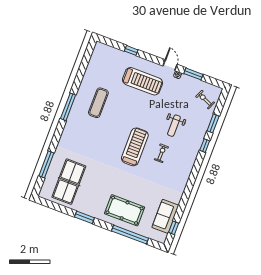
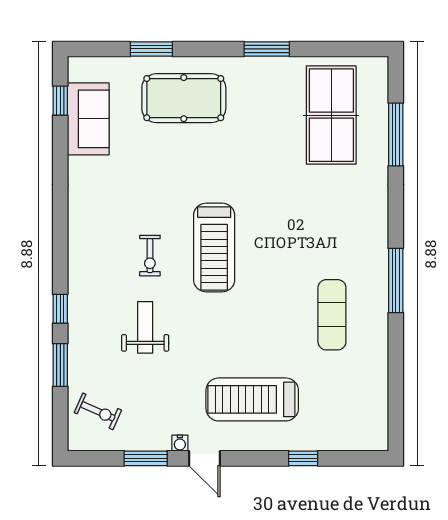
window: (130, 235) -> (151, 49), width x0.47

